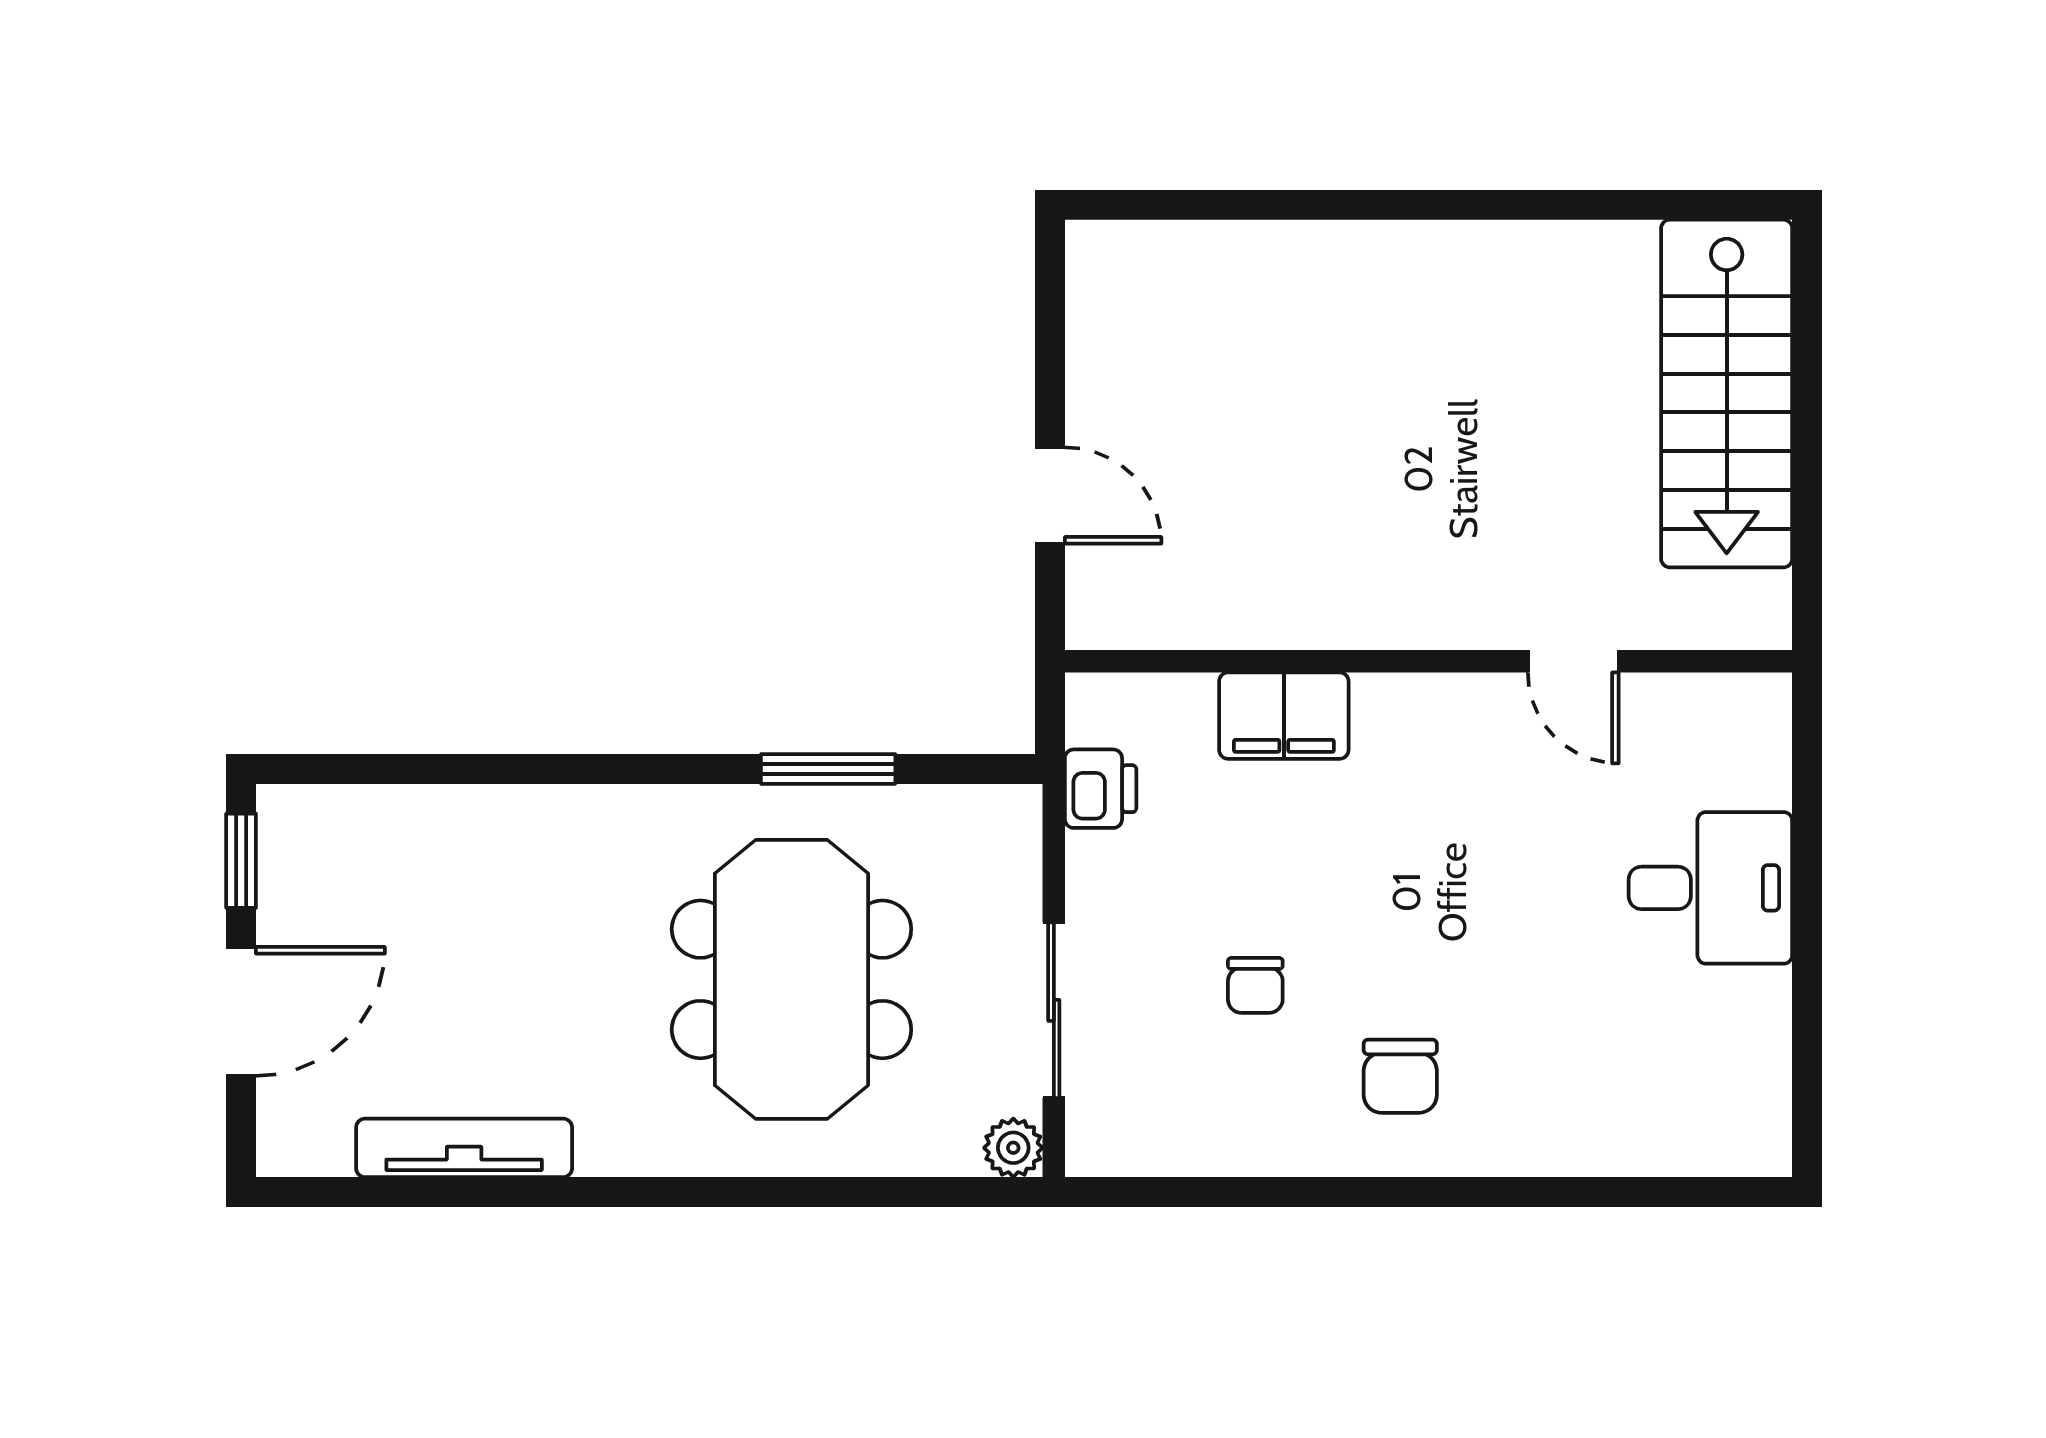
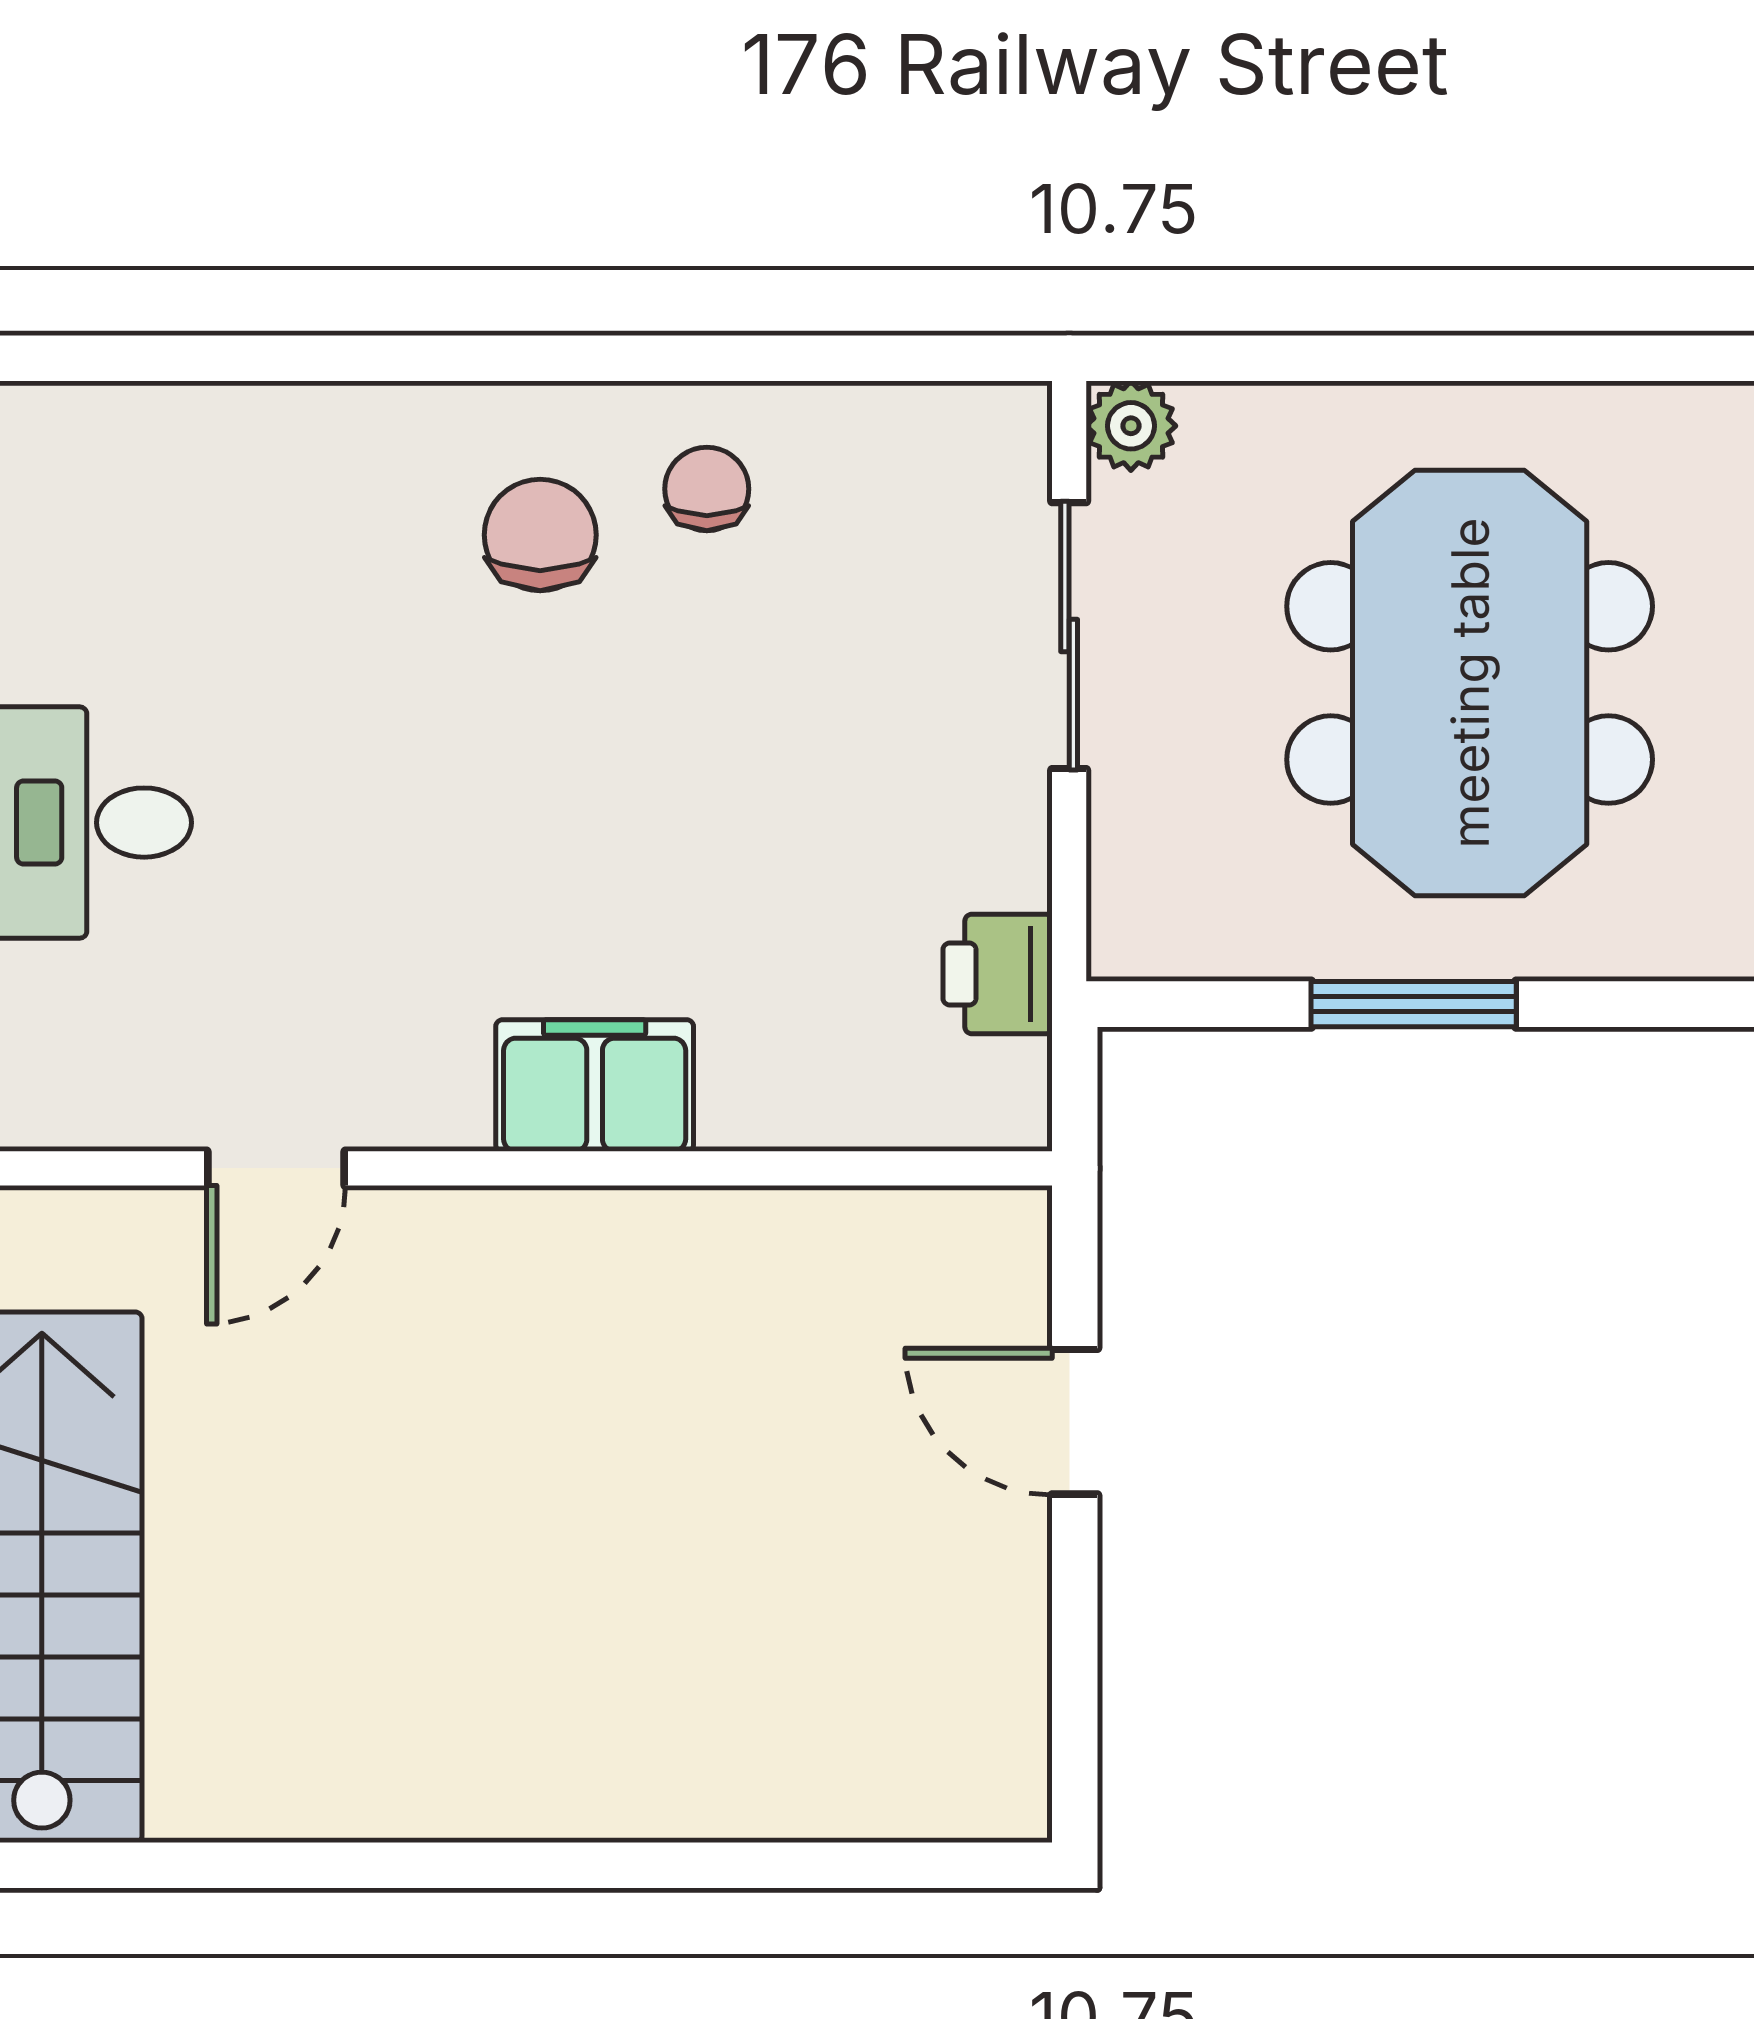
door: (1573, 661) -> (276, 1168), swing flipped
filing cabinet: (1284, 716) -> (595, 1086), moved
chair: (1255, 985) -> (707, 489), moved

